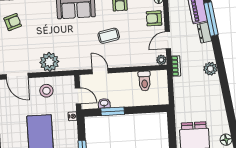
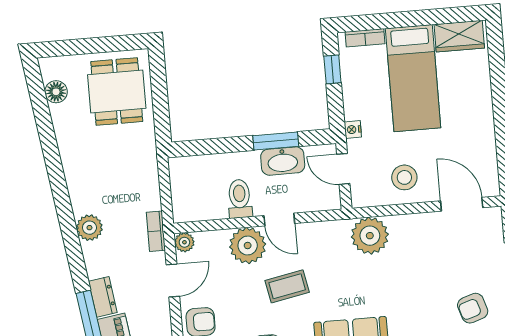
plant: (129, 57) -> (248, 245), added
plant: (49, 62) -> (370, 236), moved
door: (100, 71) -> (279, 220), moved
toilet: (144, 81) -> (240, 199), moved
washbasin: (104, 103) -> (283, 161), width x1.91, depth x1.45

